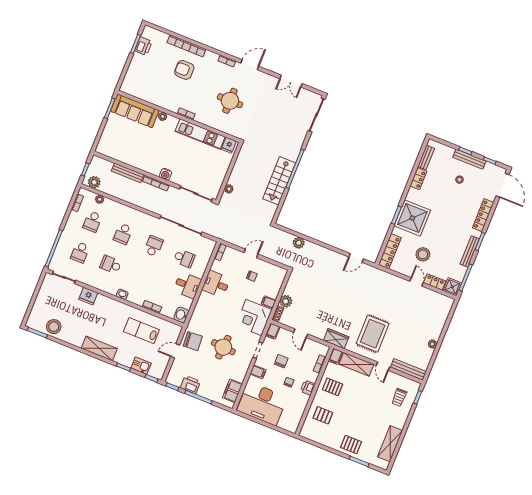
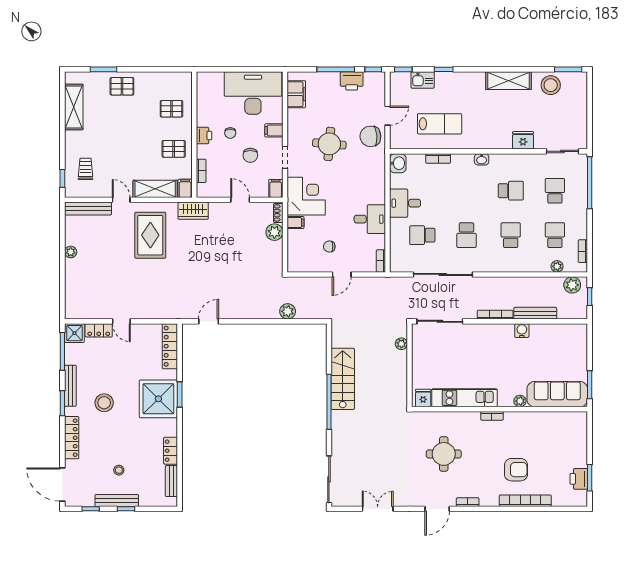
water cooler: (166, 174) -> (522, 331), moved
stool: (423, 254) -> (104, 403), moved
shelving: (99, 348) -> (508, 81), moved

